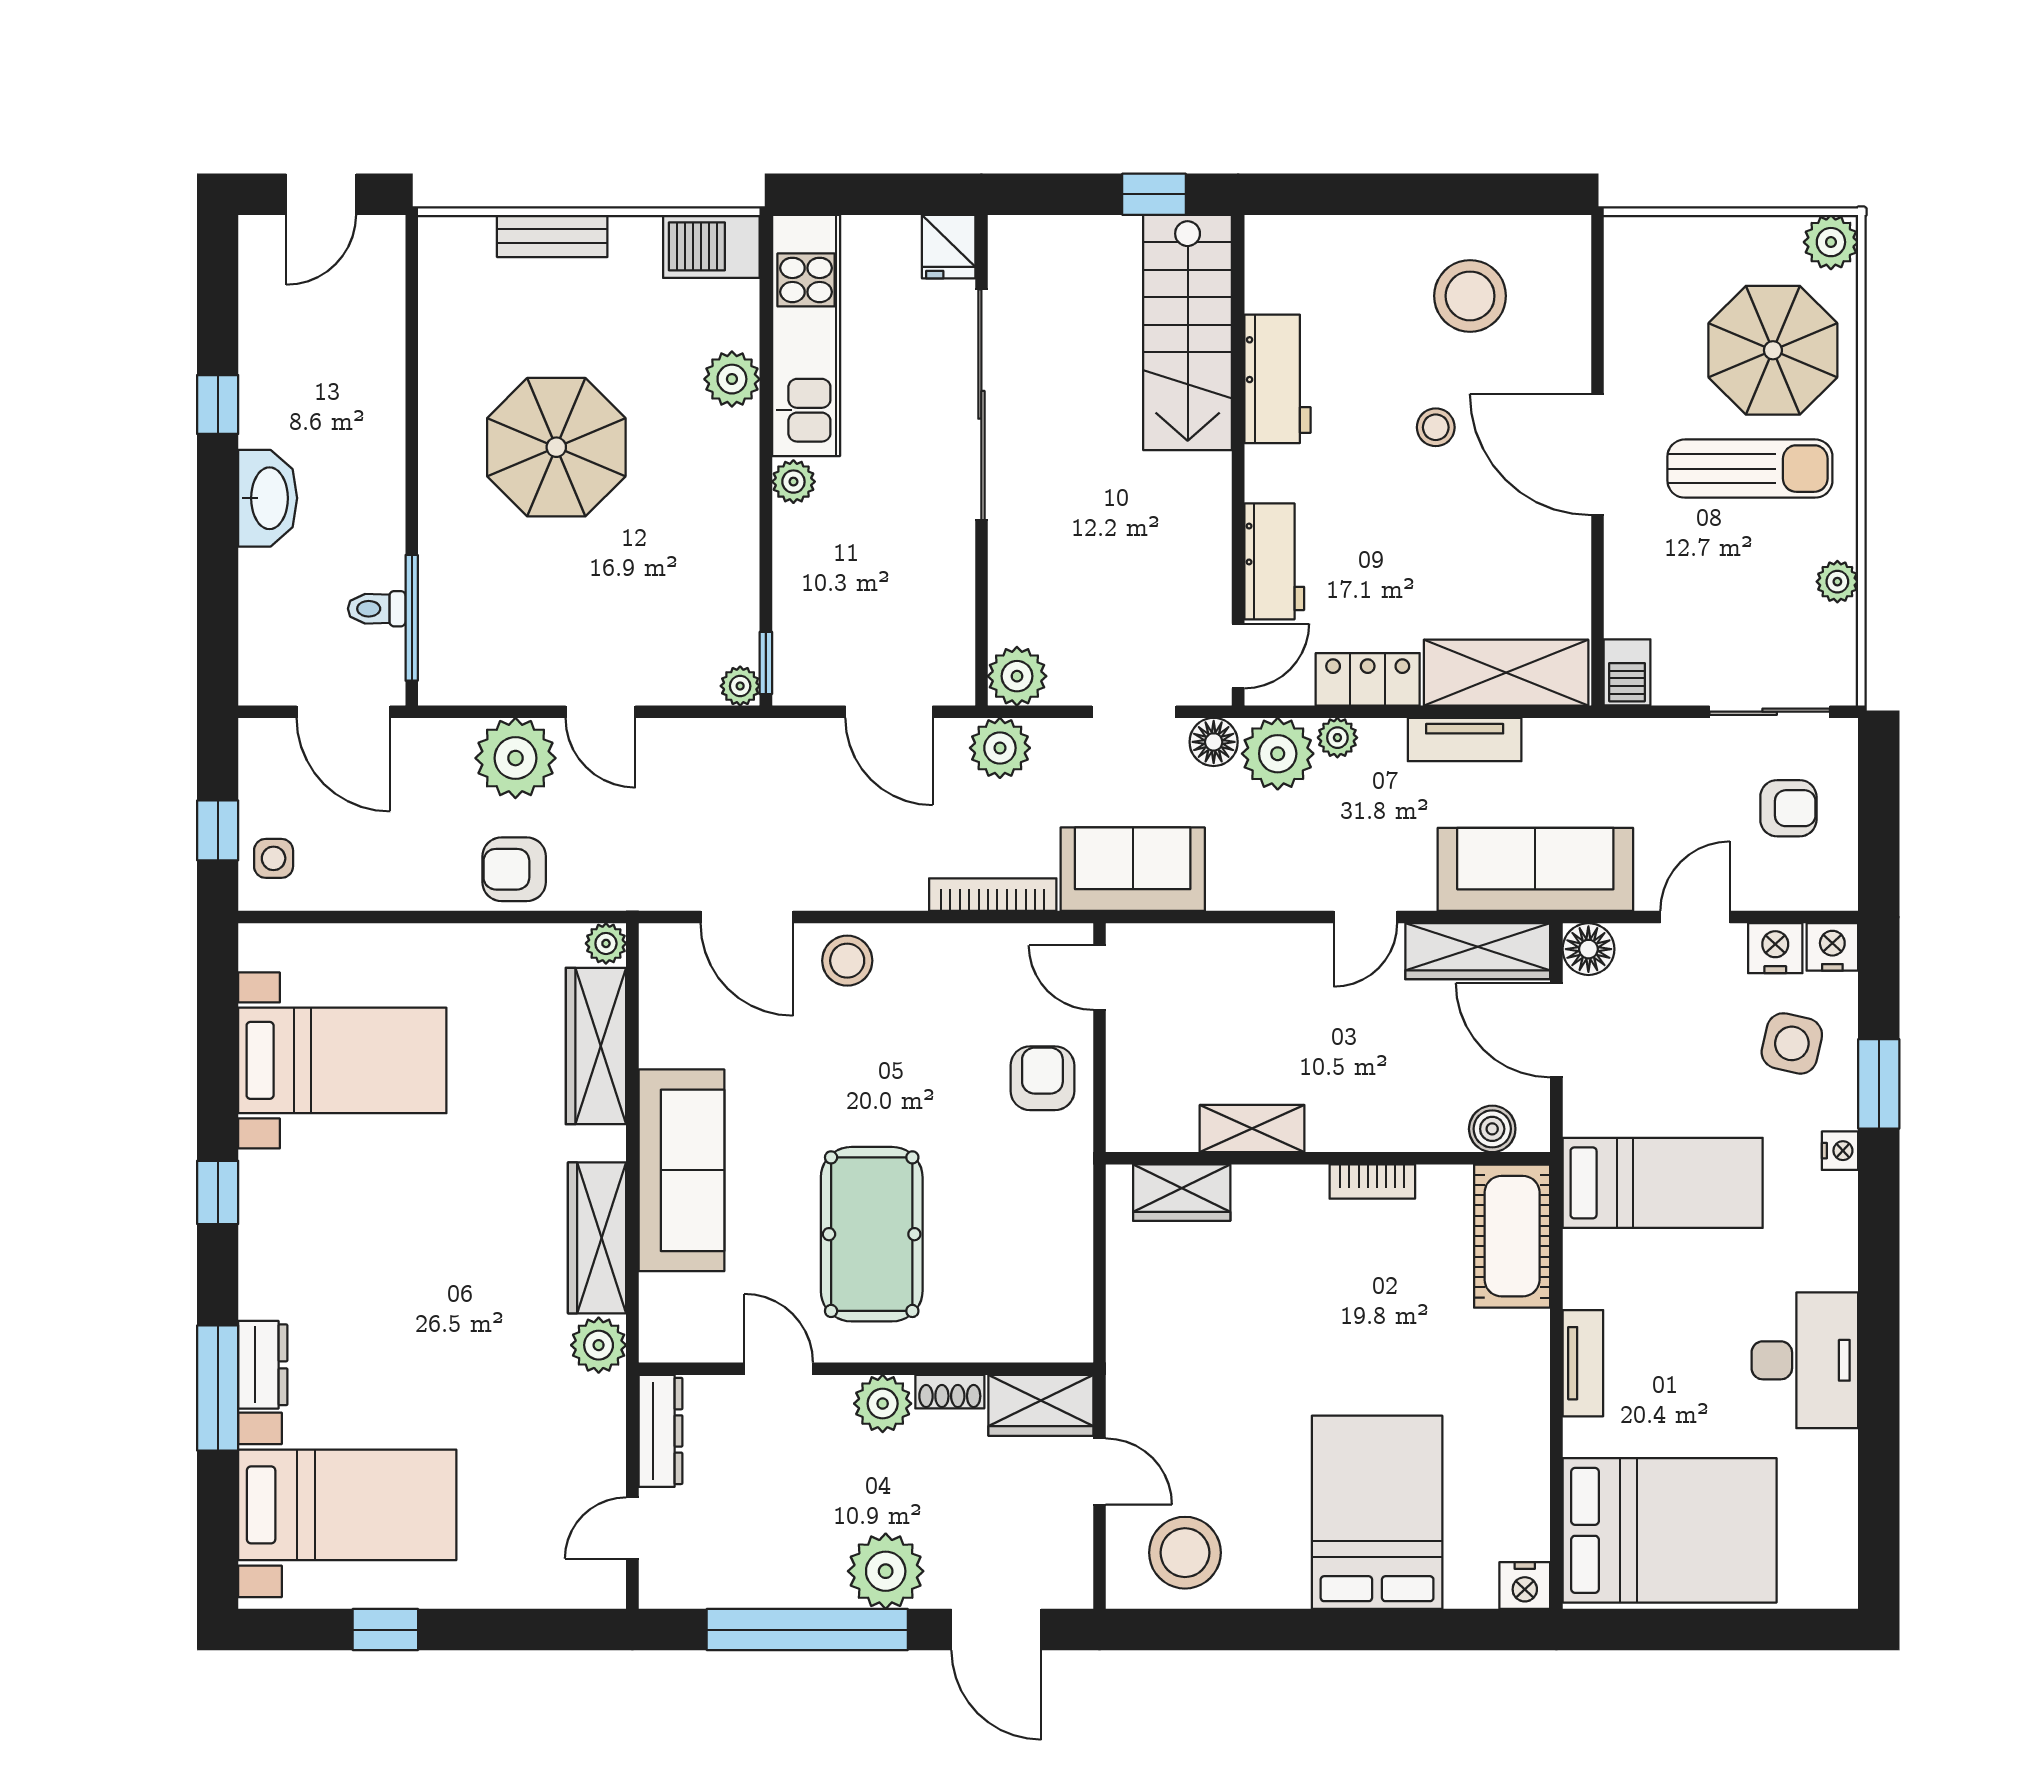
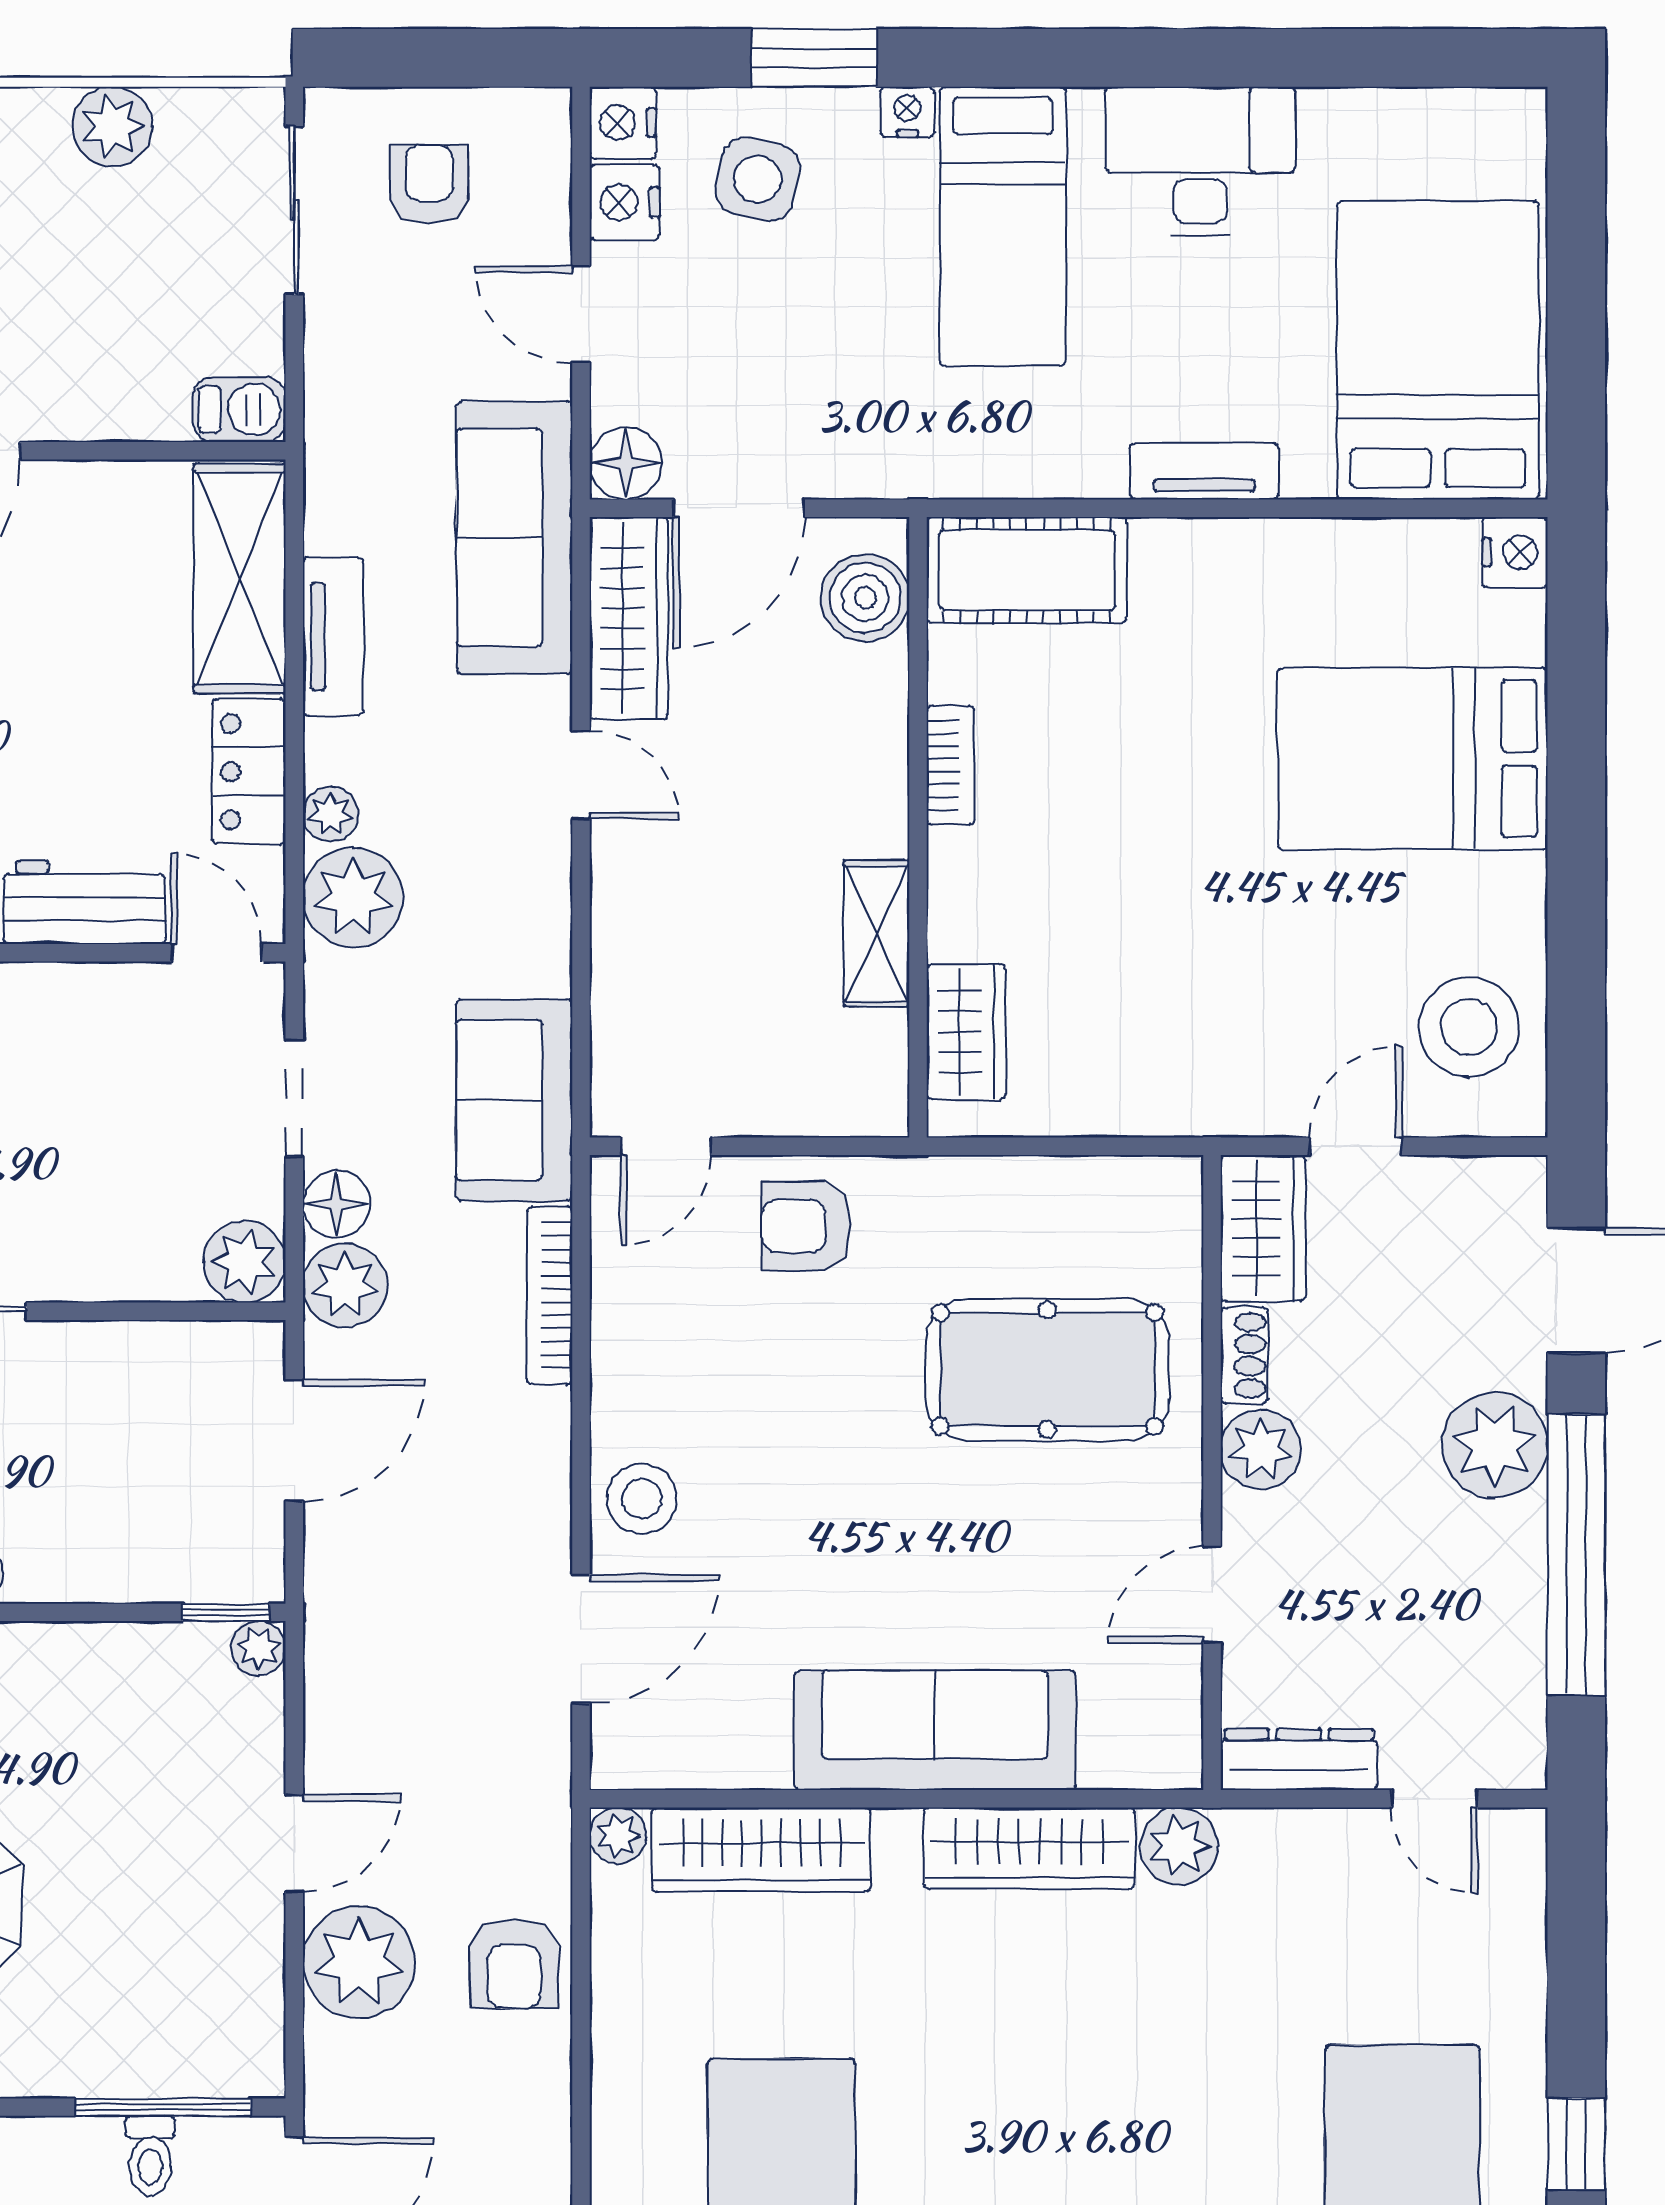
plant: (1837, 582) -> (113, 127), width x1.38, depth x1.38
floor lamp: (1214, 742) -> (336, 1204), moved
boiler: (1492, 1129) -> (865, 598), width x1.36, depth x1.36
bed: (1663, 1183) -> (1003, 226), moved, turned 180
pool table: (872, 1234) -> (1047, 1370), moved

